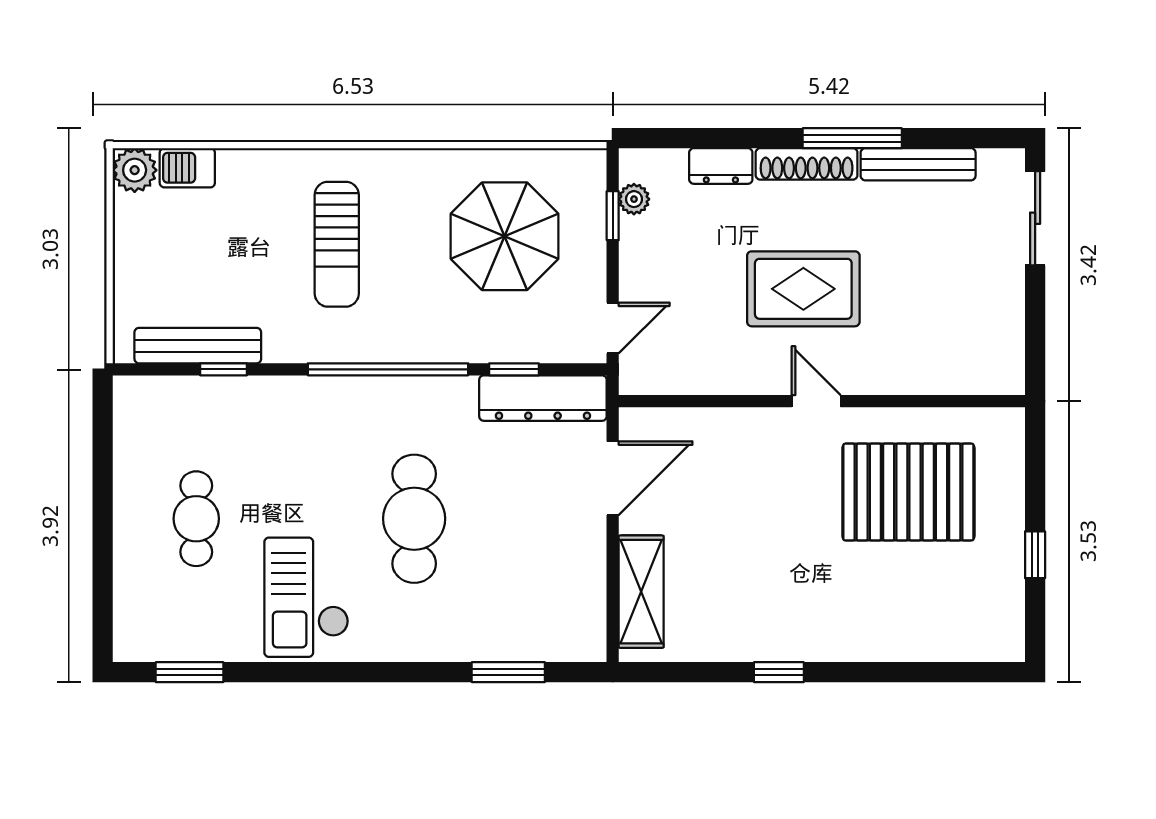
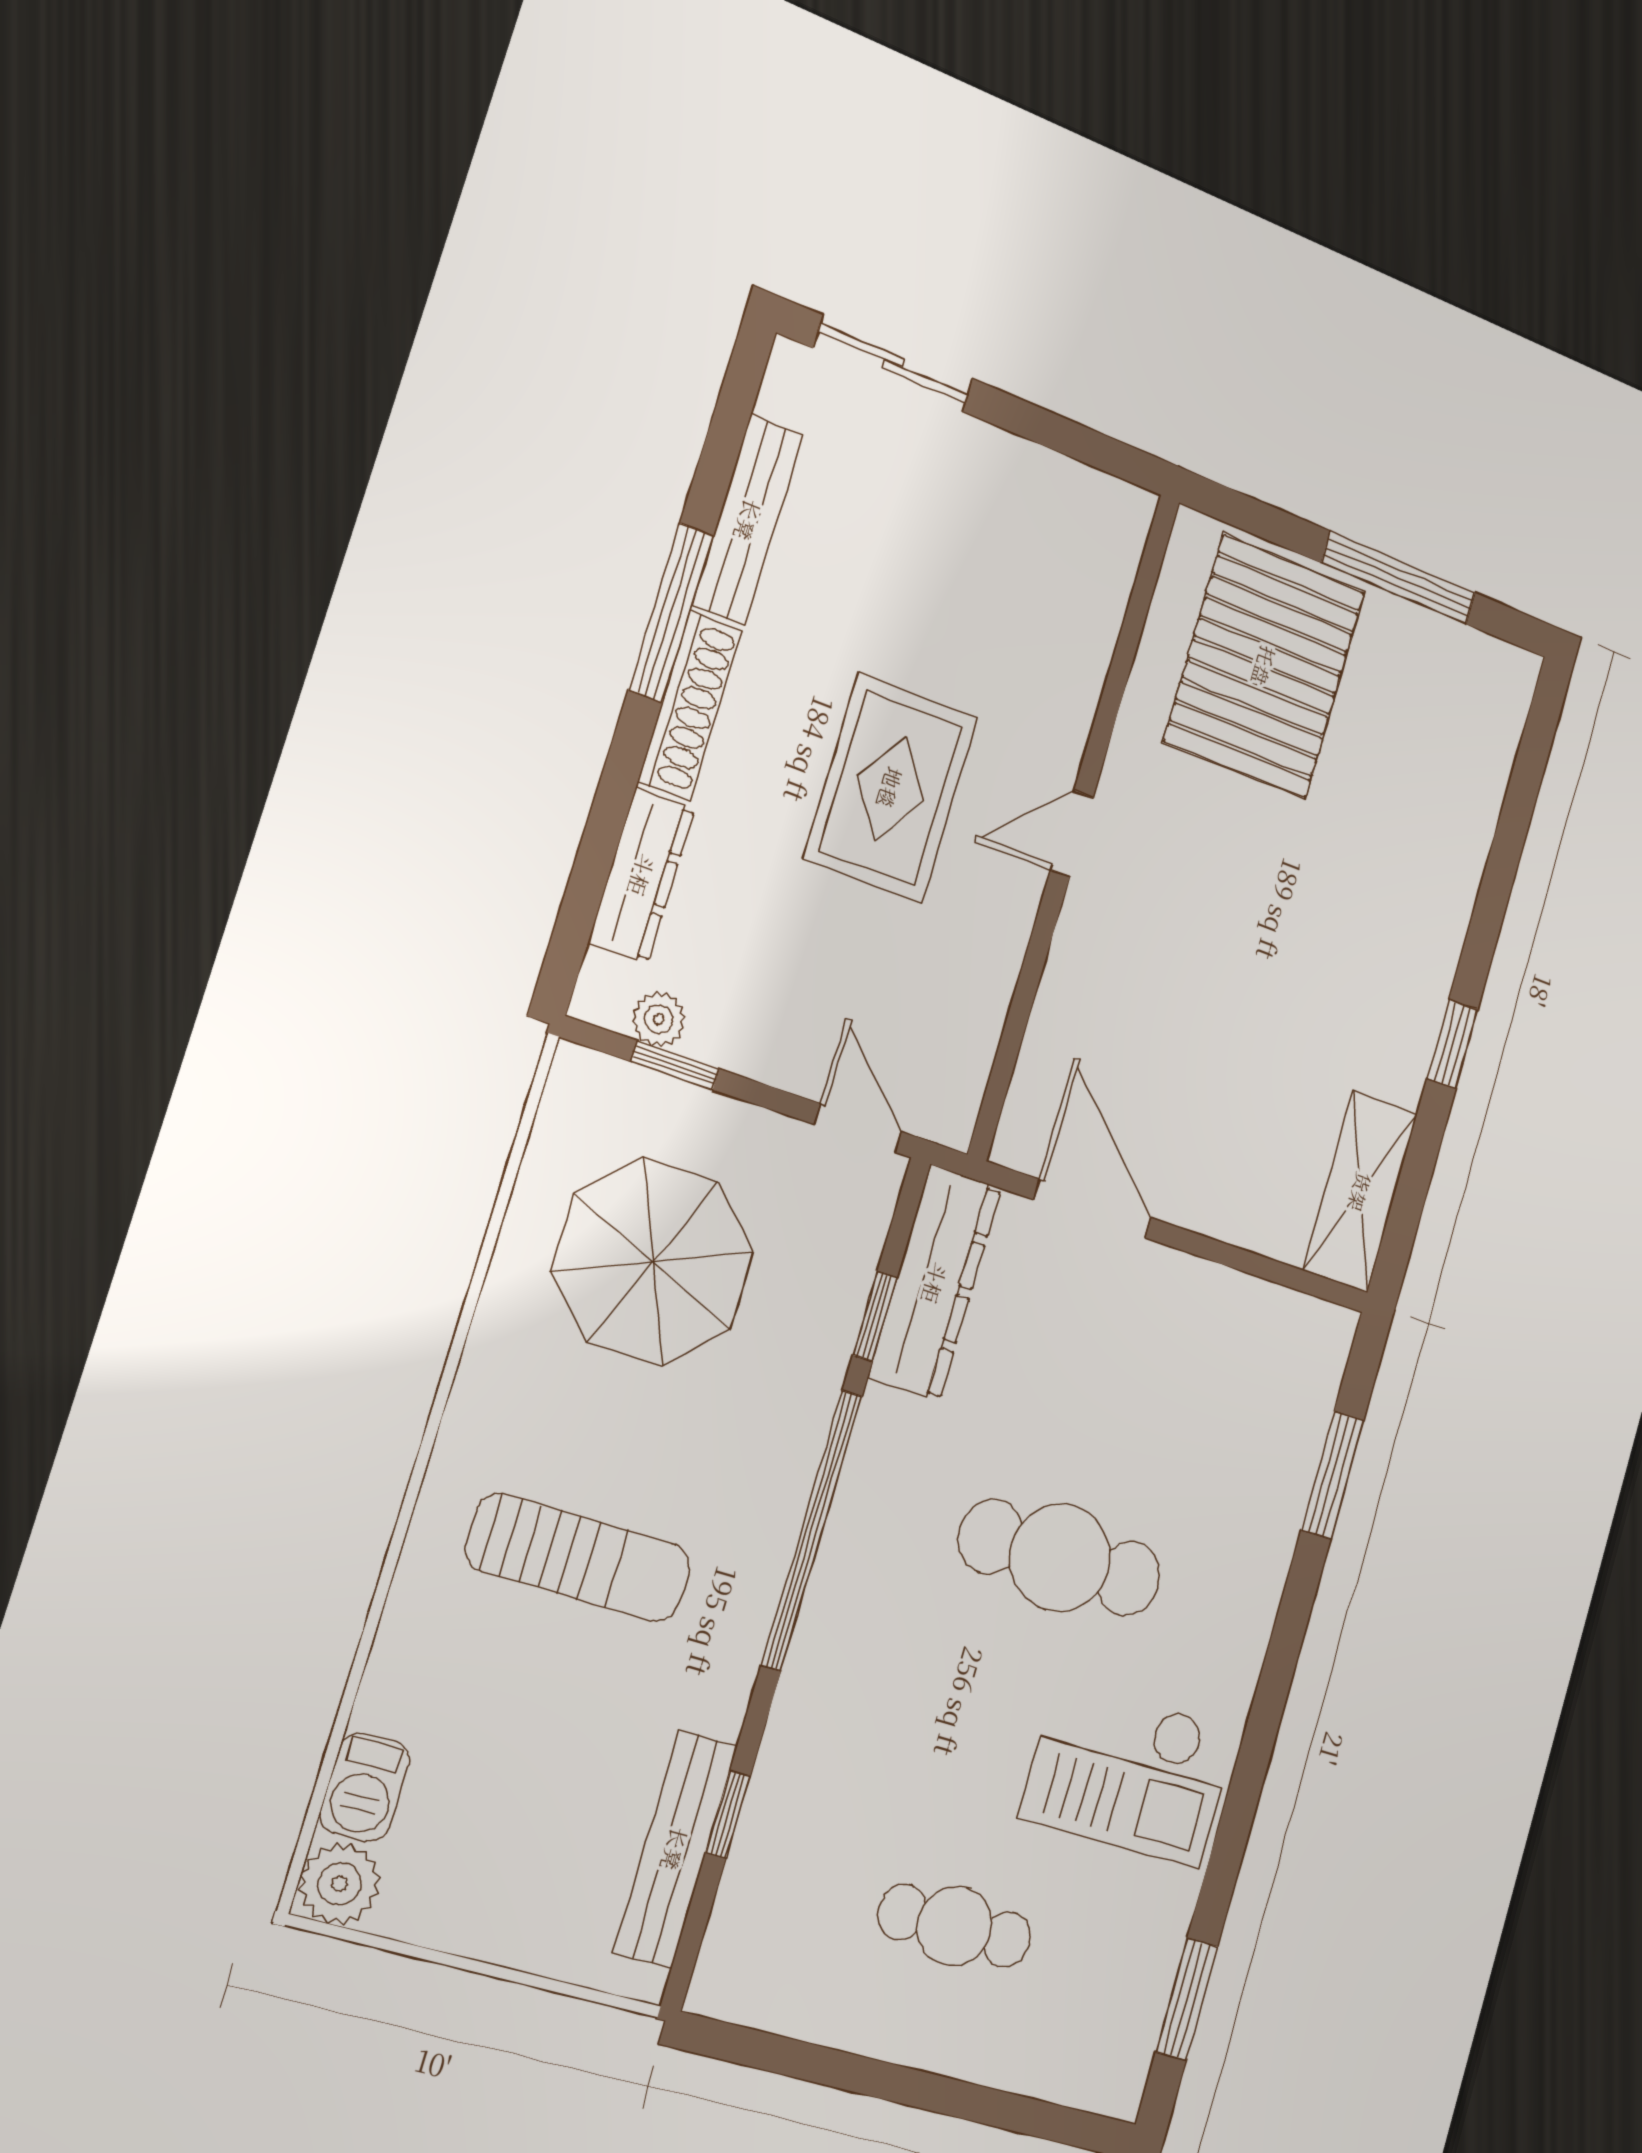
dresser: (721, 166) -> (642, 875), width x1.44
pallet: (908, 492) -> (1264, 666), moved
window: (1035, 555) -> (1399, 578), width x2.17
shelving: (641, 592) -> (1360, 1192), moved, turned 90

